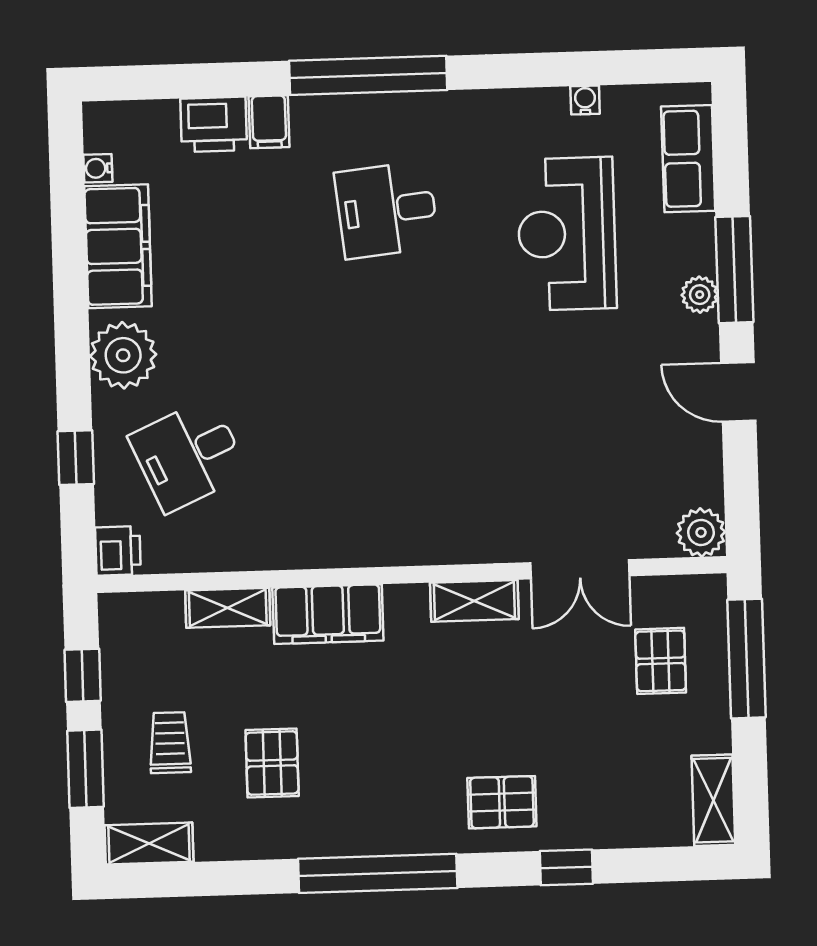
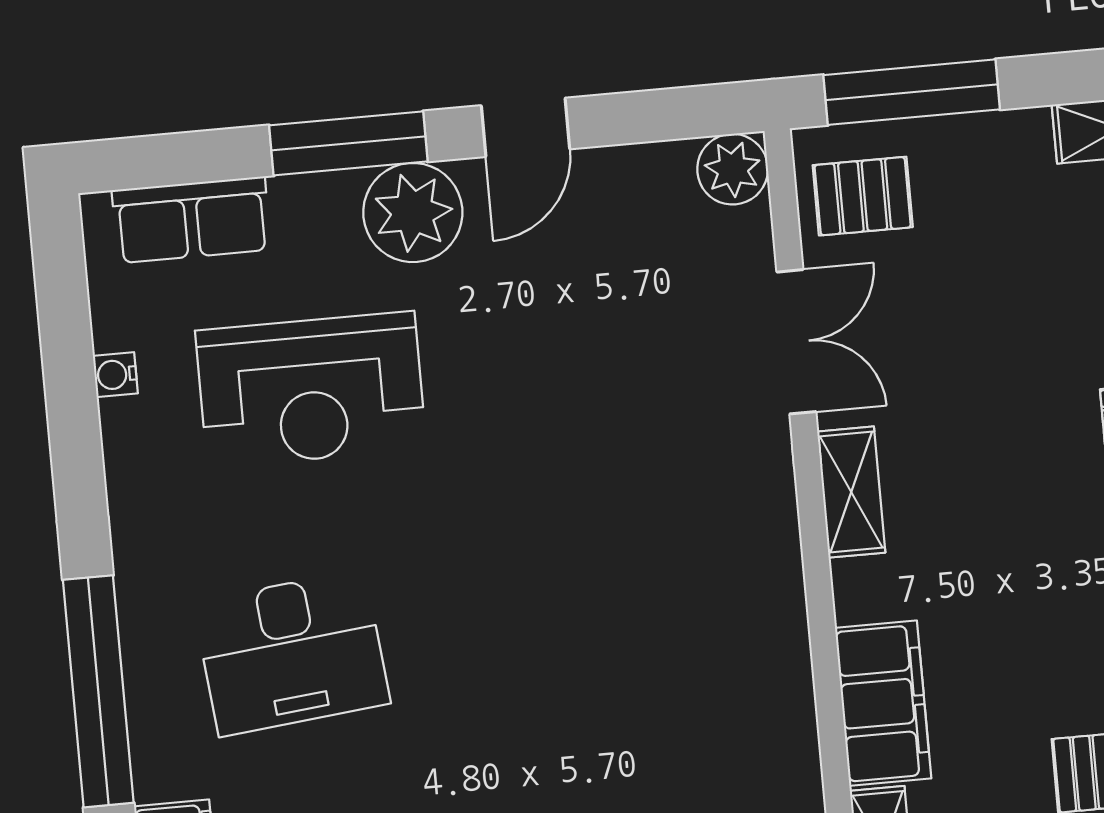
desk: (387, 210) -> (292, 653), width x1.37
plant: (700, 295) -> (413, 213), width x1.87, depth x1.87
pallet: (661, 661) -> (863, 196), moved

